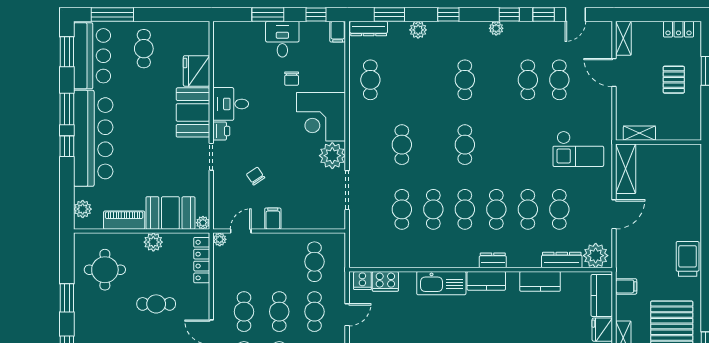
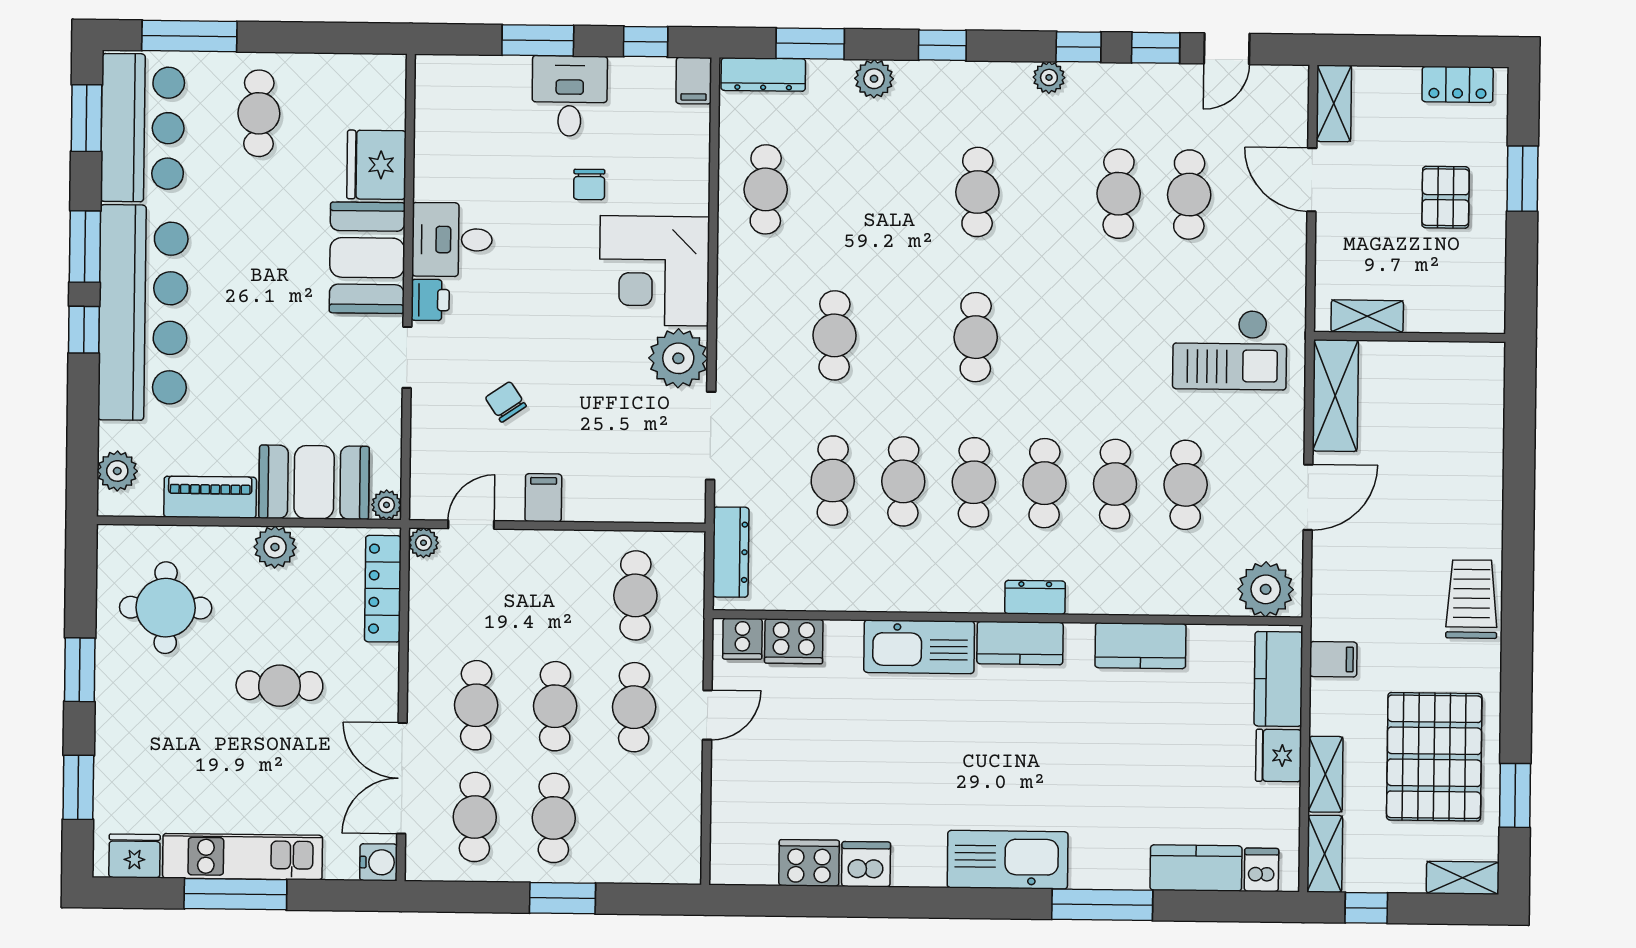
dresser: (562, 260) -> (731, 552), moved, turned 90

